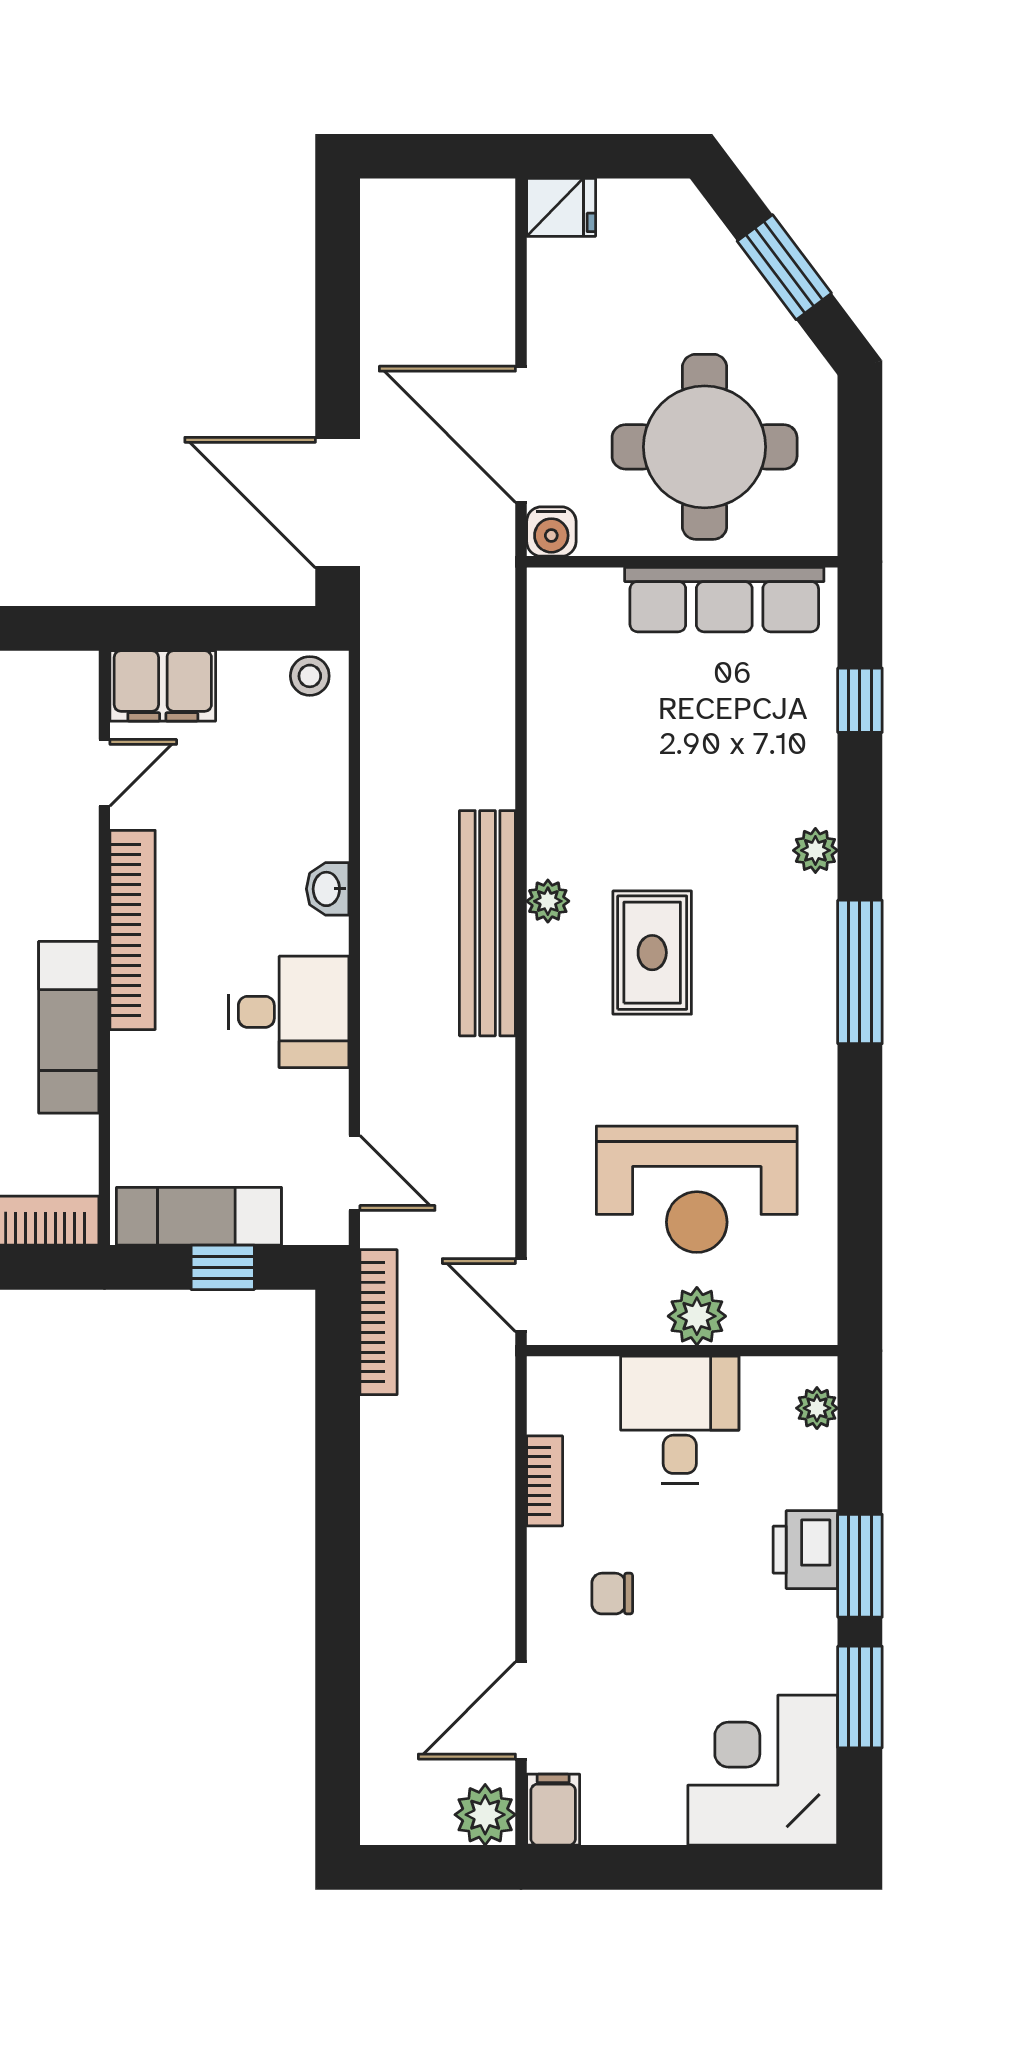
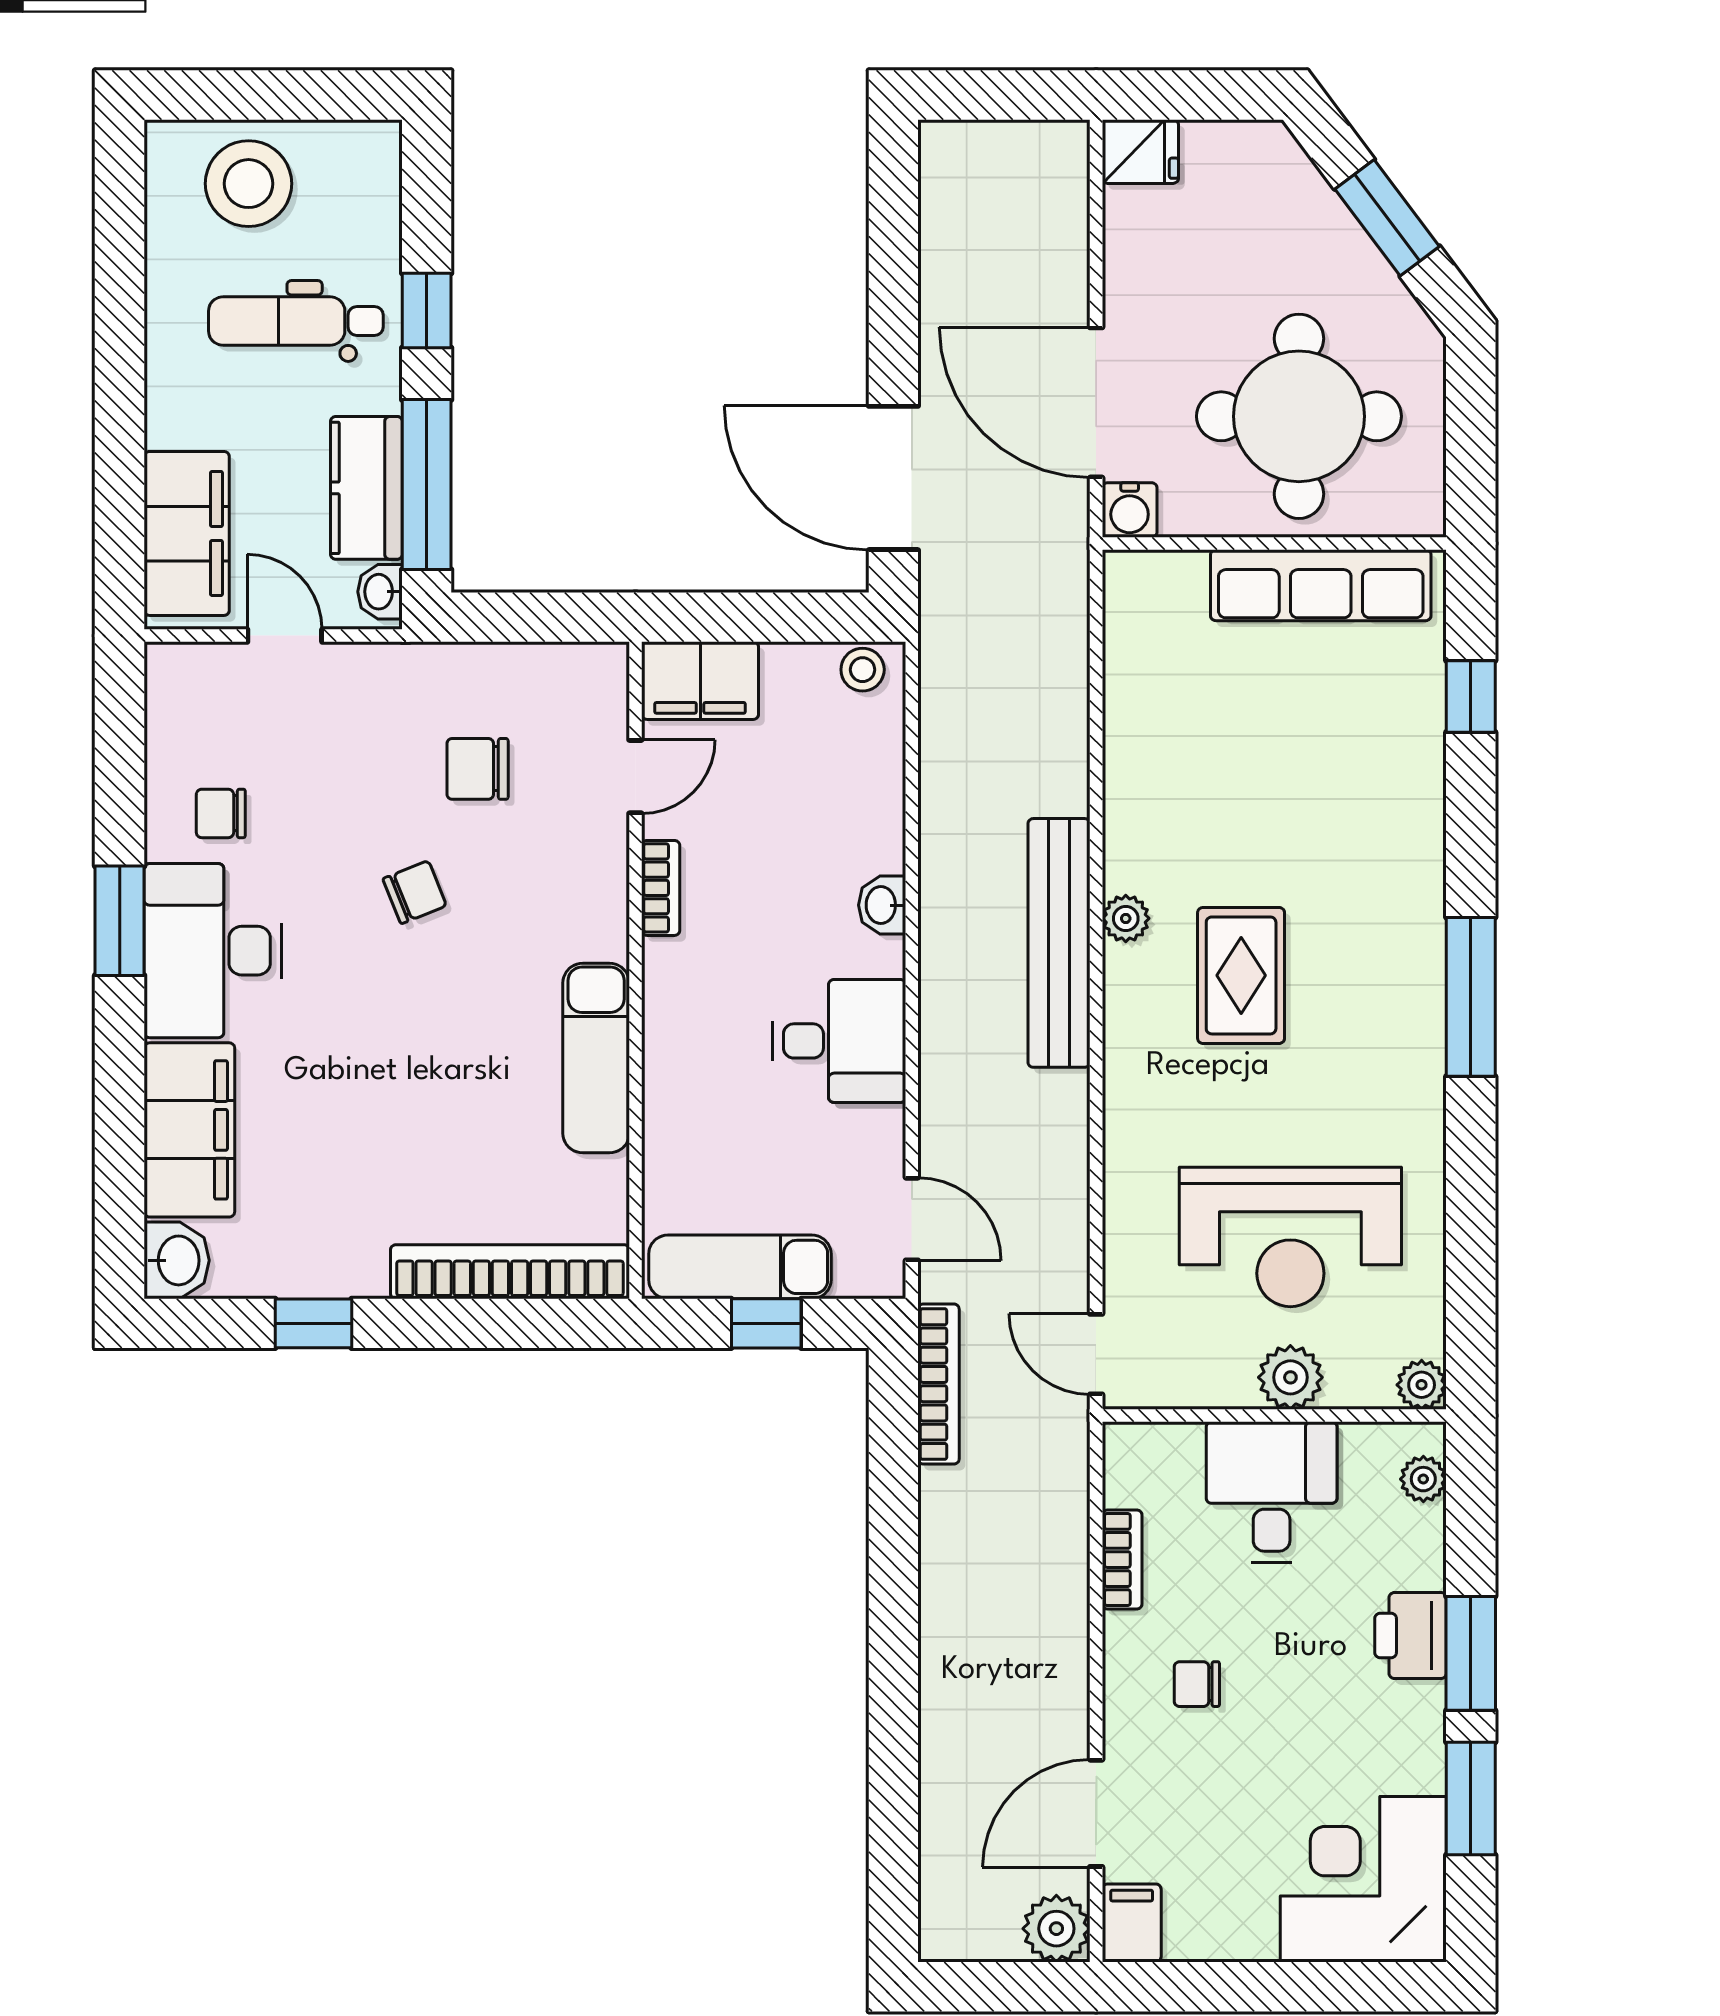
plant: (815, 850) -> (1422, 1385), moved
bookcase: (133, 930) -> (661, 888), width x0.43, depth x0.76

